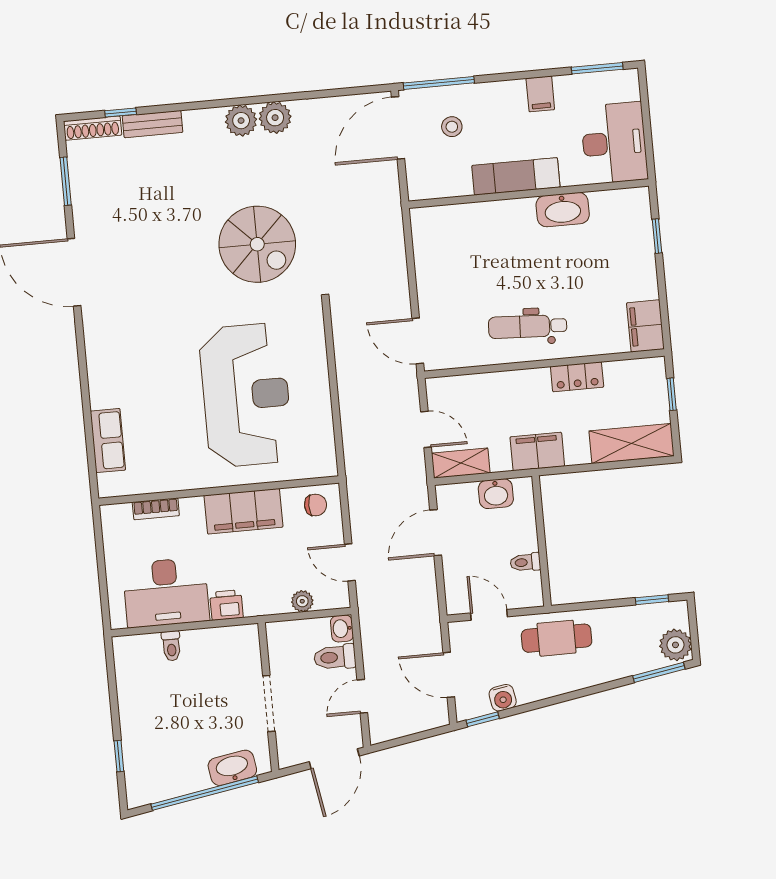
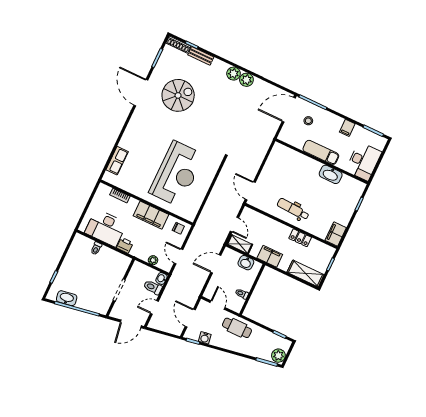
spiral stairs: (257, 244) -> (178, 95), moved, turned -90
washbasin: (232, 768) -> (67, 298), moved

